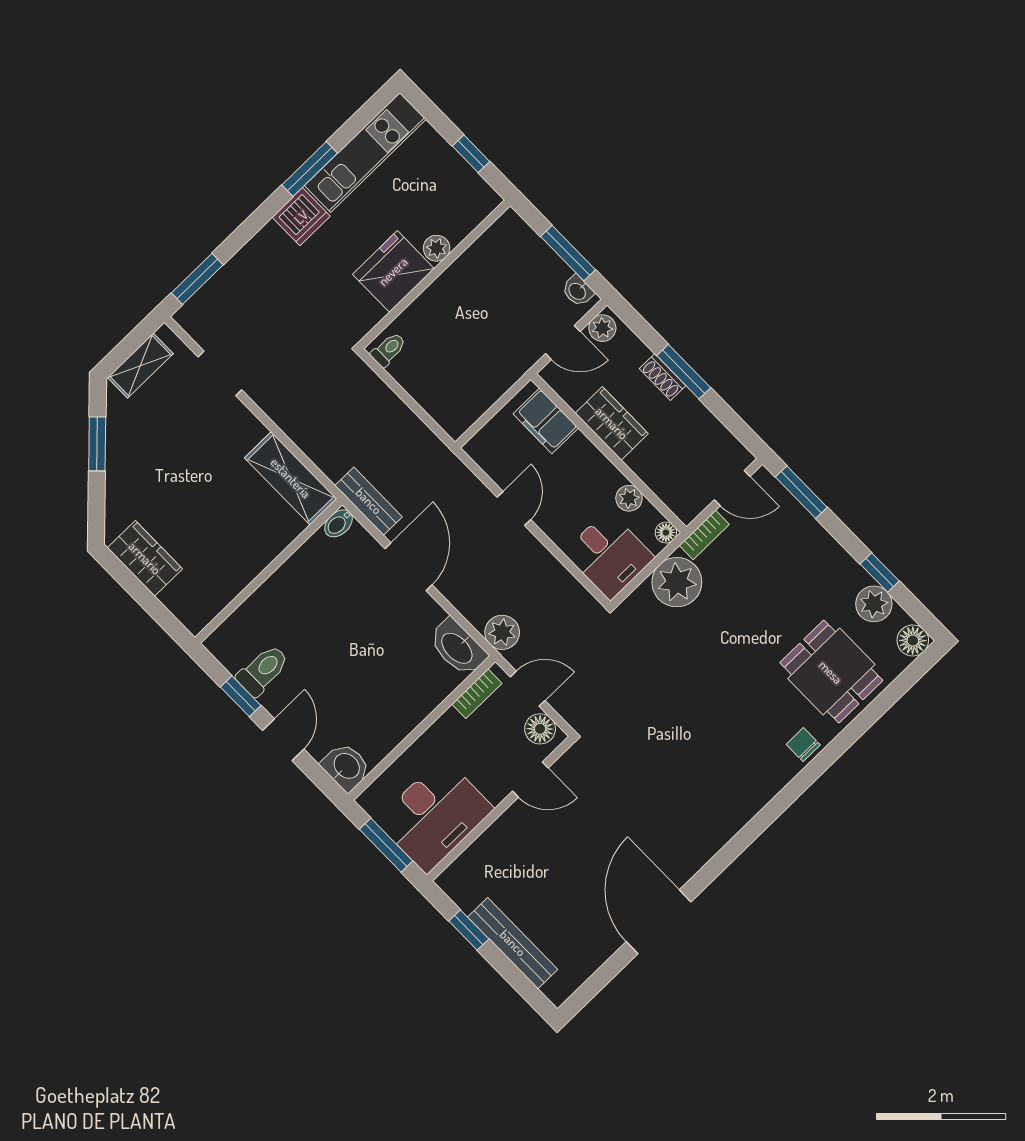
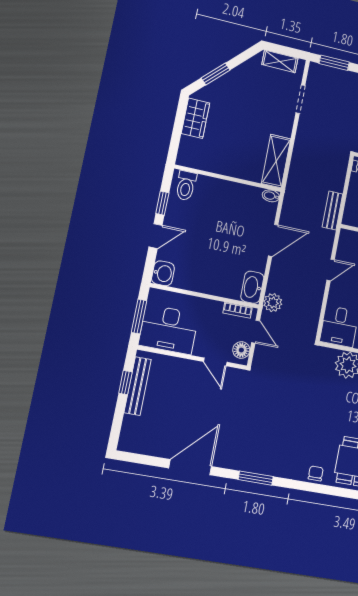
window: (97, 444) -> (216, 74), moved
bench: (369, 501) -> (332, 211), moved
toilet: (263, 670) -> (186, 186), moved, turned 90
window: (744, 838) -> (256, 478), added
bench: (513, 943) -> (138, 386), moved

